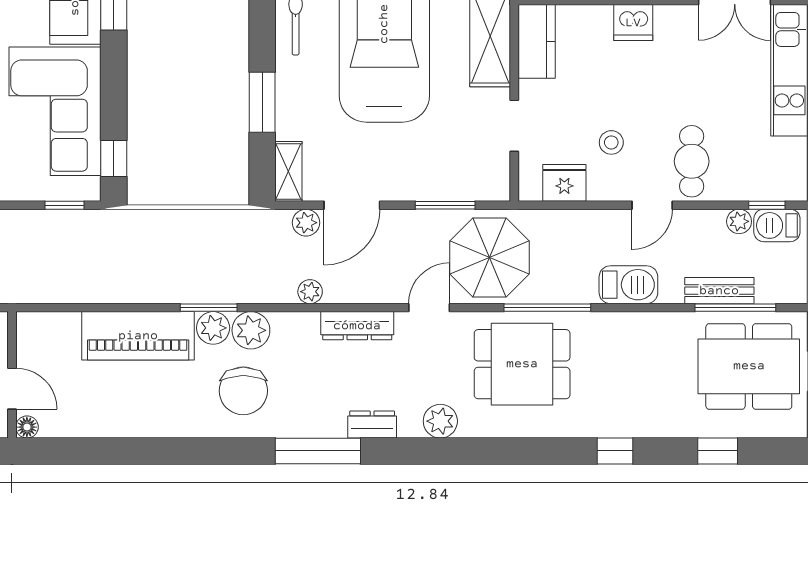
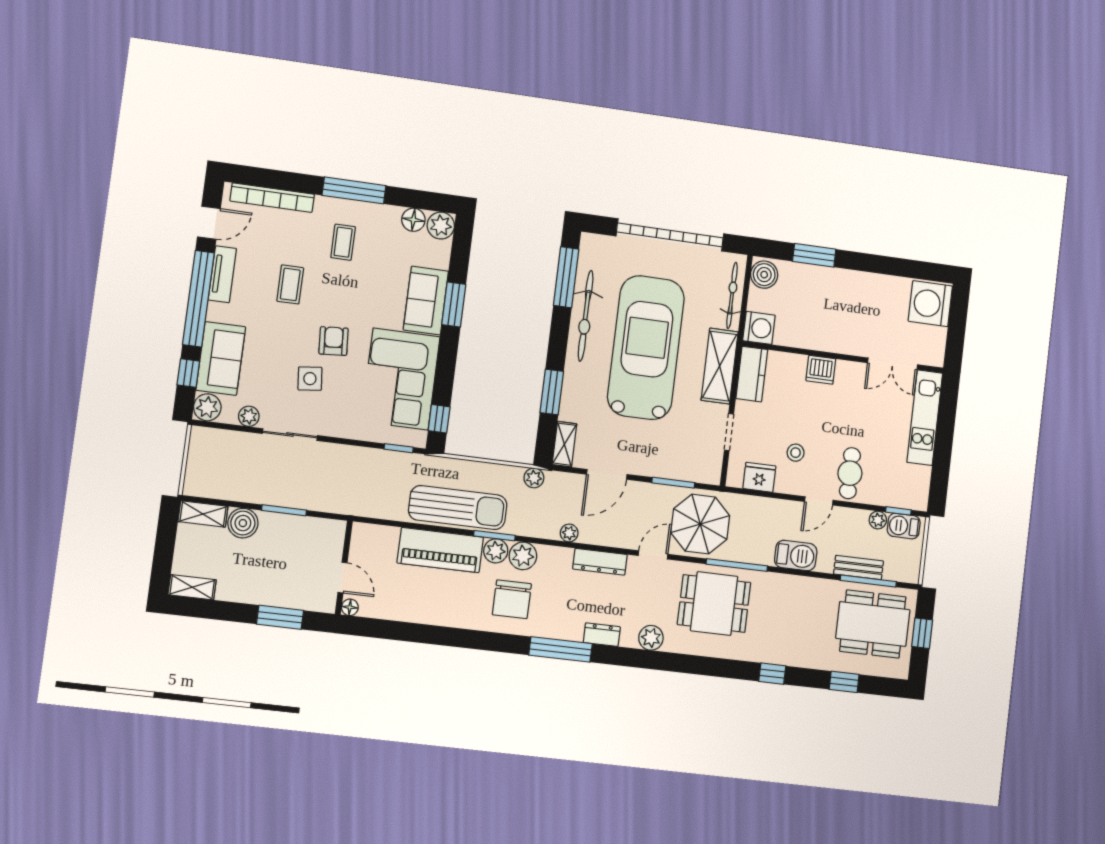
plant: (306, 223) -> (534, 478), moved
sun lounger: (154, 276) -> (458, 508), added

